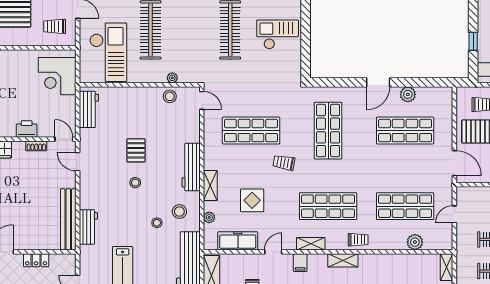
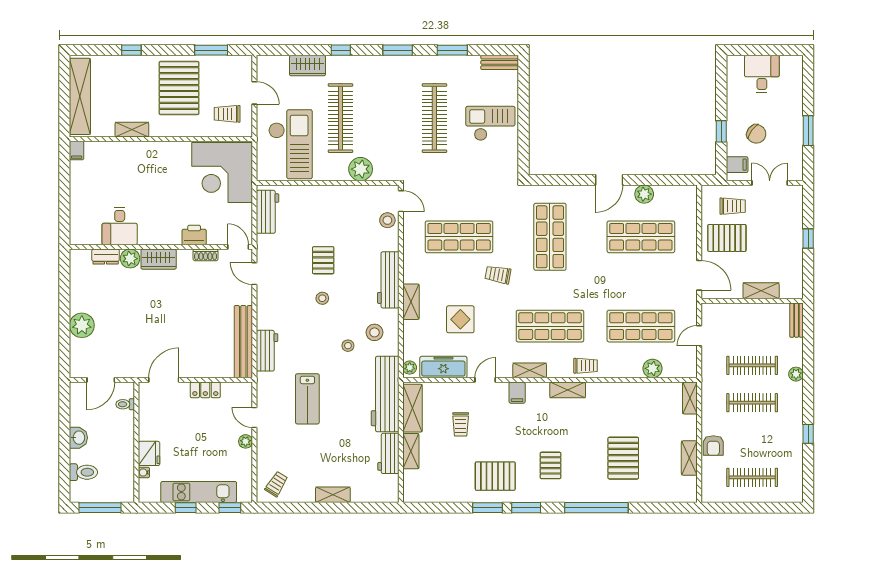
corner desk: (57, 76) -> (222, 173), width x1.36, depth x1.36
plant: (172, 78) -> (361, 169), width x1.87, depth x1.87
stool: (170, 96) -> (387, 220), moved
plant: (209, 217) -> (410, 368), moved

